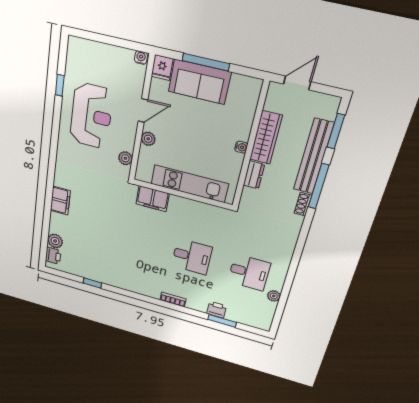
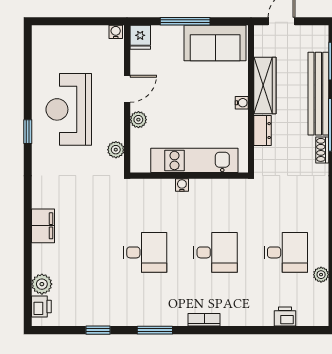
sofa: (200, 82) -> (215, 43), moved
window: (60, 85) -> (28, 132), moved
reception desk: (91, 116) -> (69, 109), turned 180
filing cabinet: (153, 199) -> (156, 191), removed
water cooler: (175, 200) -> (182, 185), added
desk: (136, 241) -> (145, 252), added
printer: (217, 310) -> (285, 316), moved
window: (222, 321) -> (155, 330), moved

